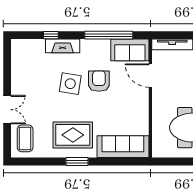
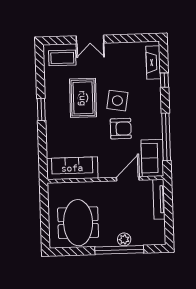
fireplace: (63, 46) -> (153, 62), moved
rug: (73, 135) -> (83, 98), moved
sofa: (123, 147) -> (72, 168), moved, turned -90

